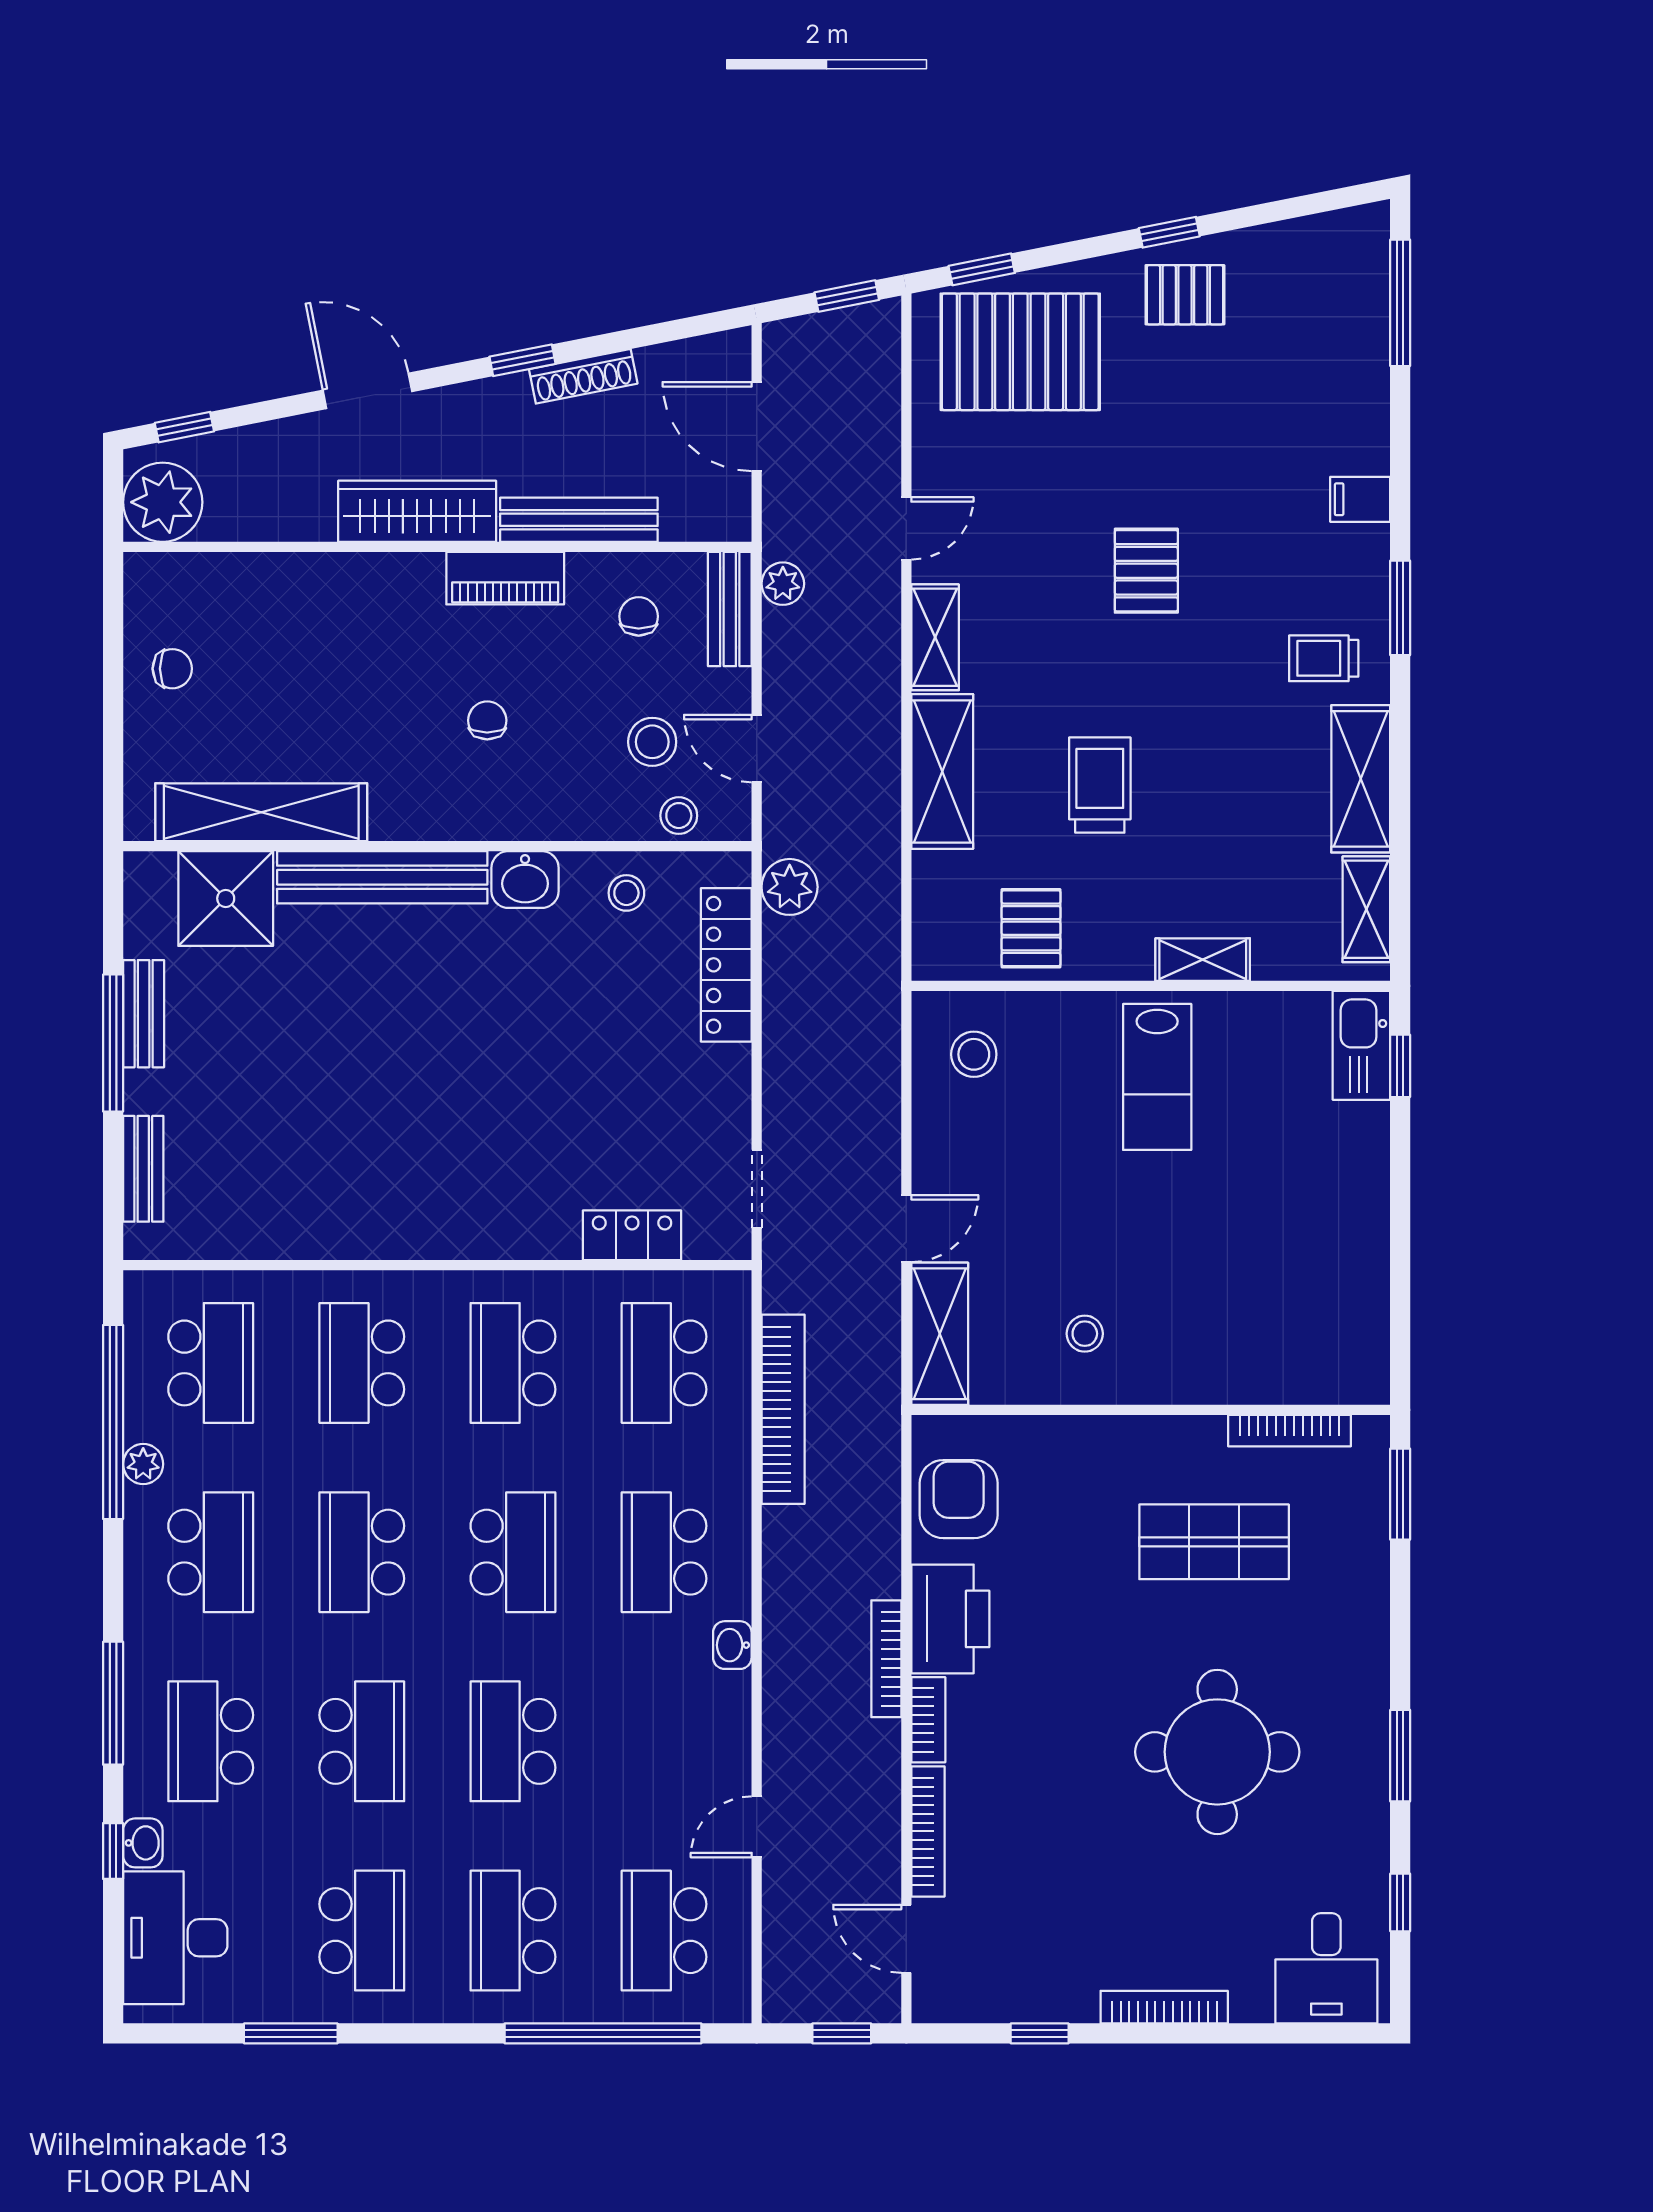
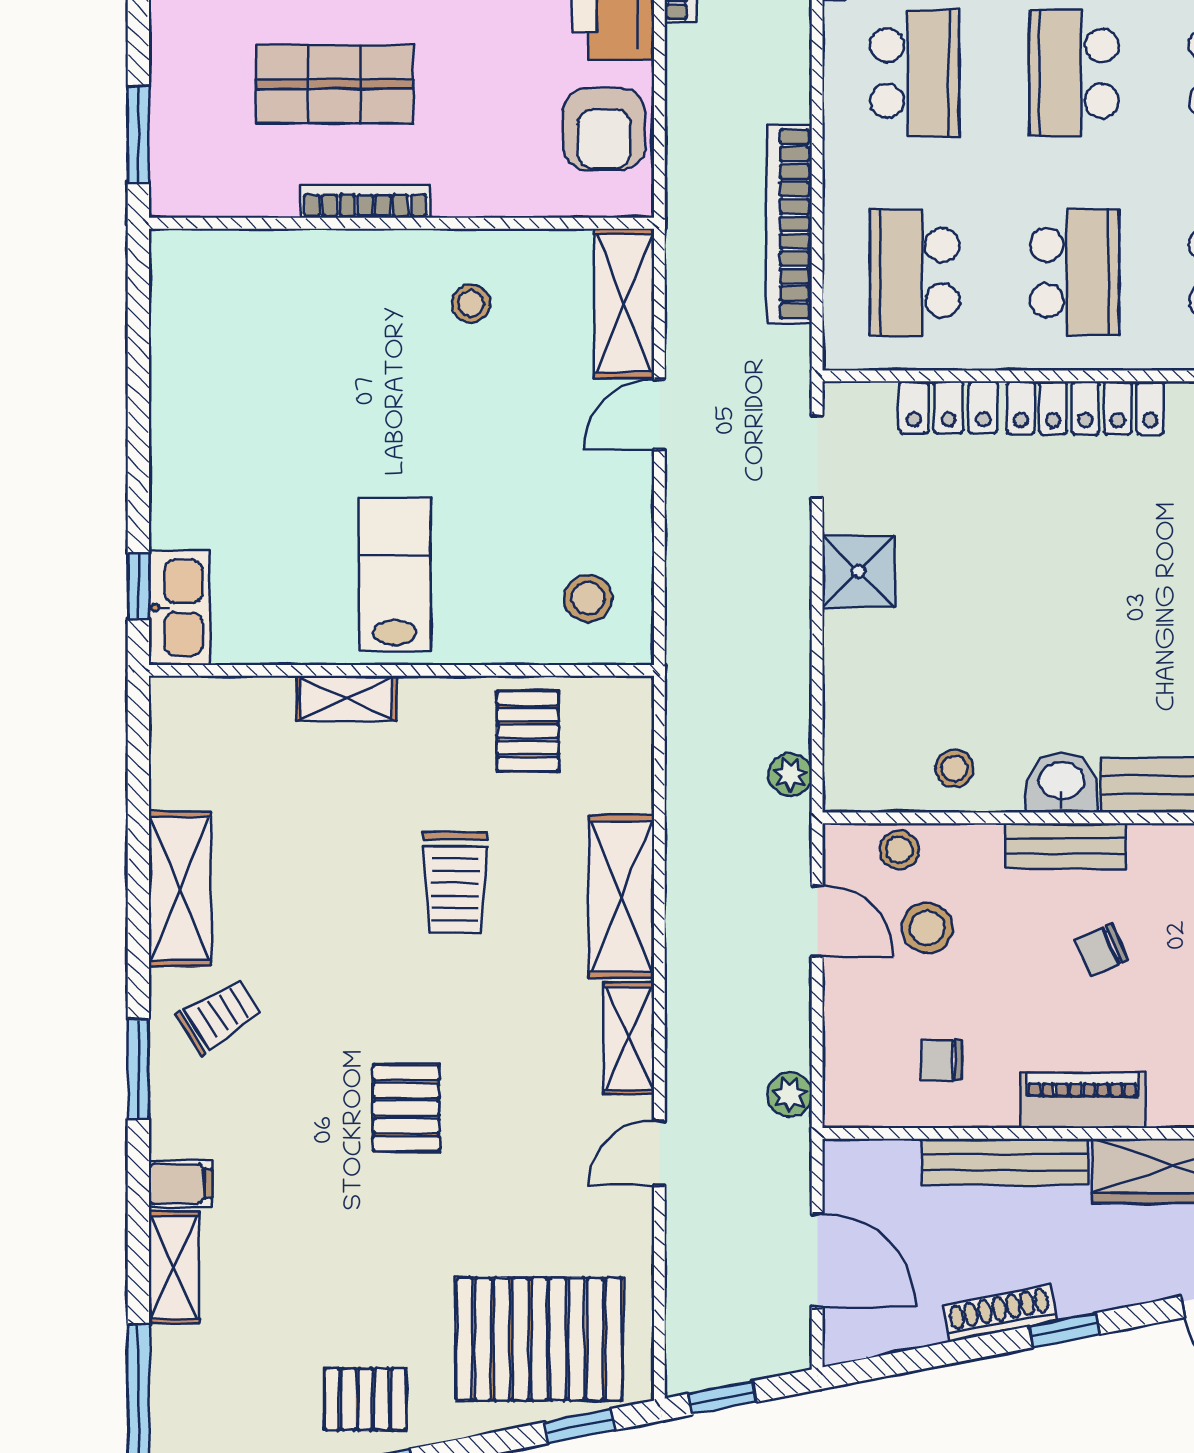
bench: (730, 609) -> (1065, 846), moved, turned 90
chair: (639, 616) -> (942, 1060), turned 90
trolley: (1324, 658) -> (219, 1016), turned -32
chair: (487, 720) -> (1101, 950), turned 66
plant: (790, 887) -> (790, 775), width x0.73, depth x0.73
shelving: (1366, 909) -> (174, 1267), moved
locker: (726, 965) -> (1085, 408), moved, turned 90
shower: (717, 1080) -> (858, 571), added
school desk: (664, 1363) -> (915, 273), turned 180
bookcase: (1290, 1431) -> (365, 201), moved

